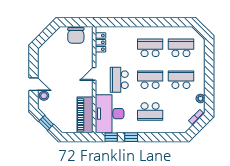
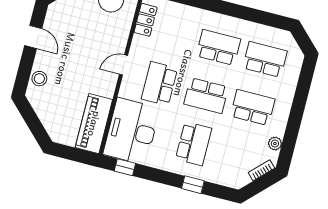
school desk: (150, 80) -> (206, 96), turned 180
door: (33, 84) -> (33, 37), moved
school desk: (150, 112) -> (194, 144), turned -90
window: (46, 123) -> (32, 120), removed
window: (131, 137) -> (193, 185), moved

